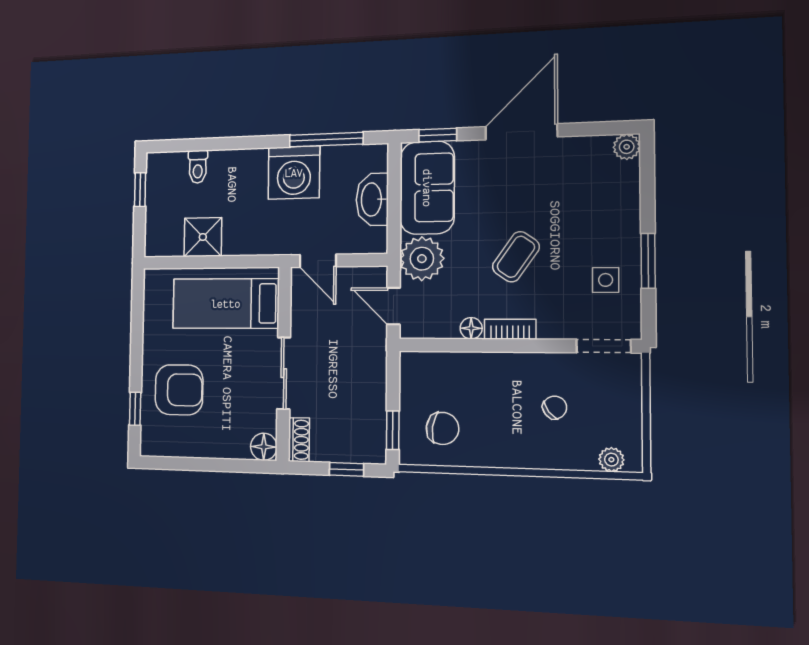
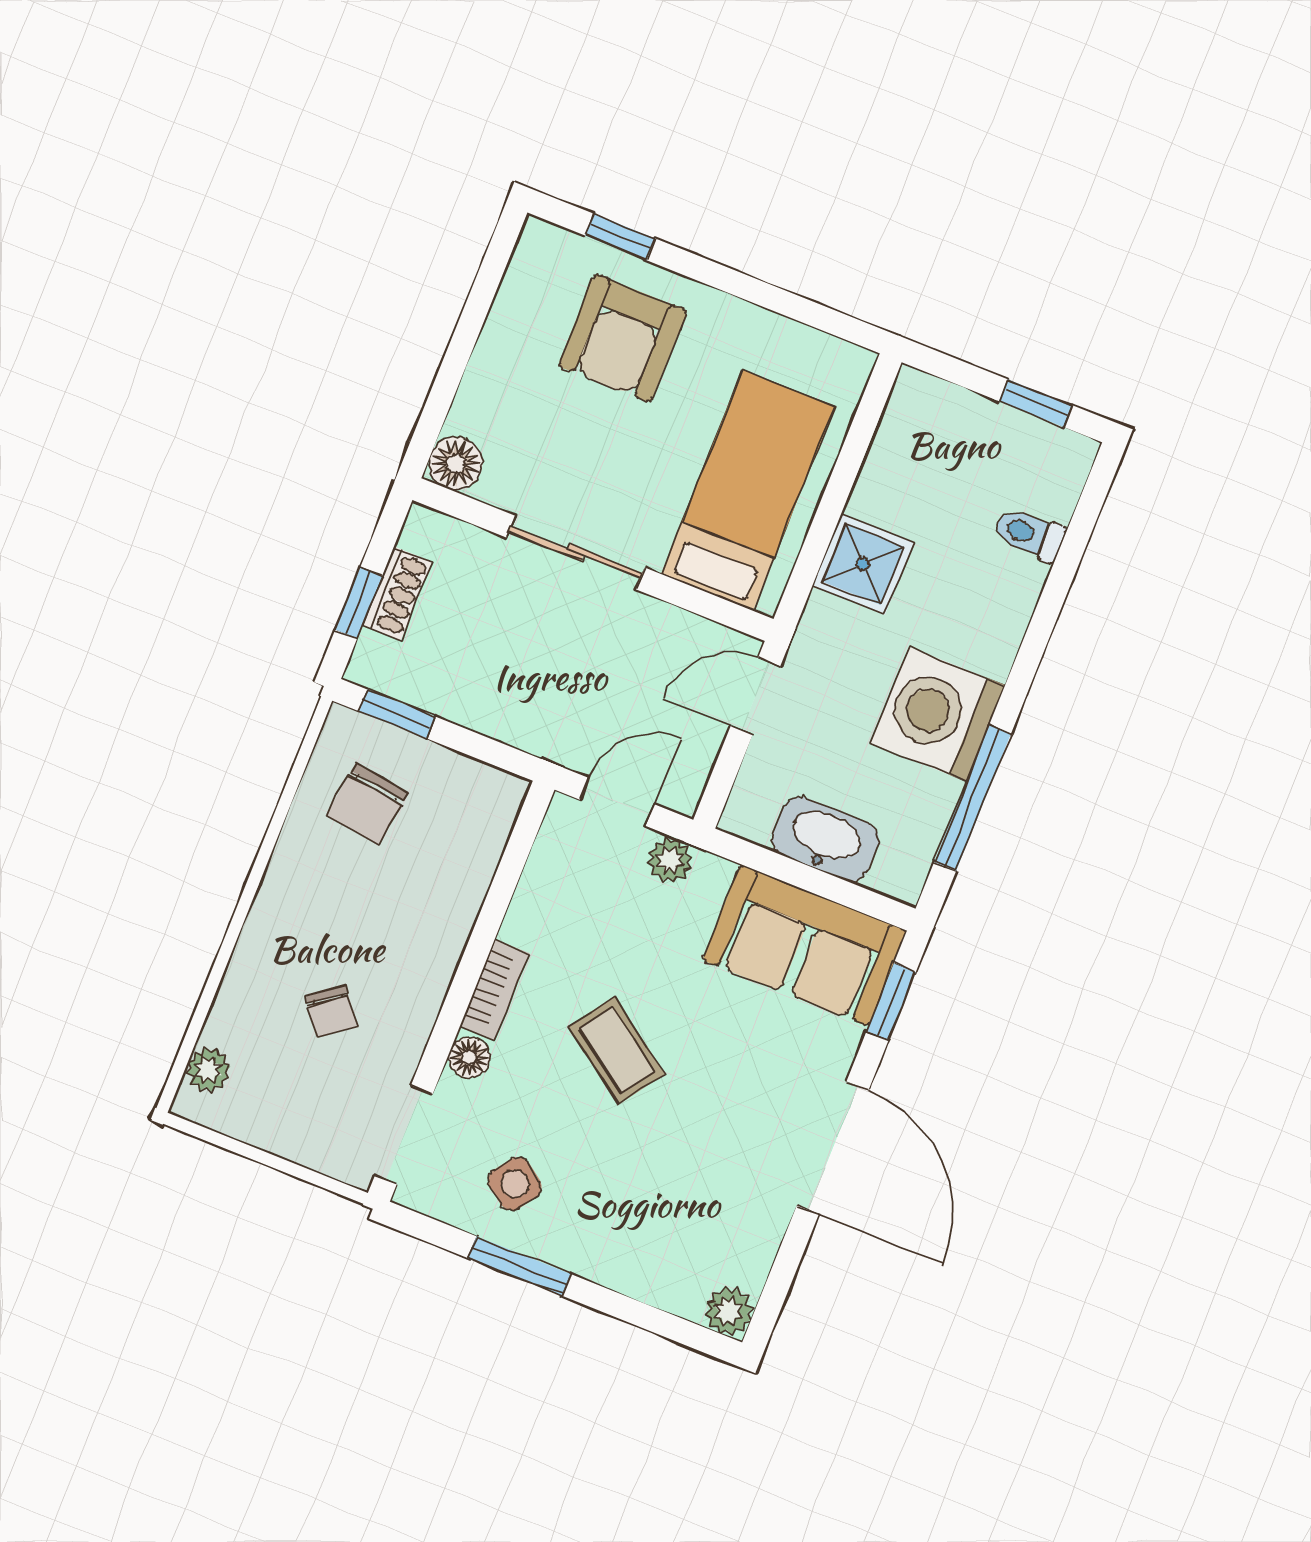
shower: (203, 237) -> (863, 564), moved
plant: (422, 259) -> (670, 860), width x0.53, depth x0.53
side table: (606, 280) -> (515, 1184), turned 36
floor lamp: (471, 328) -> (469, 1057), moved
shoe rack: (299, 440) -> (397, 593), moved, turned -90

